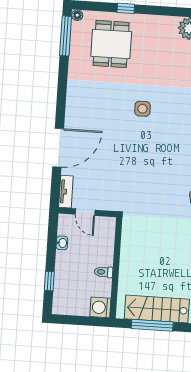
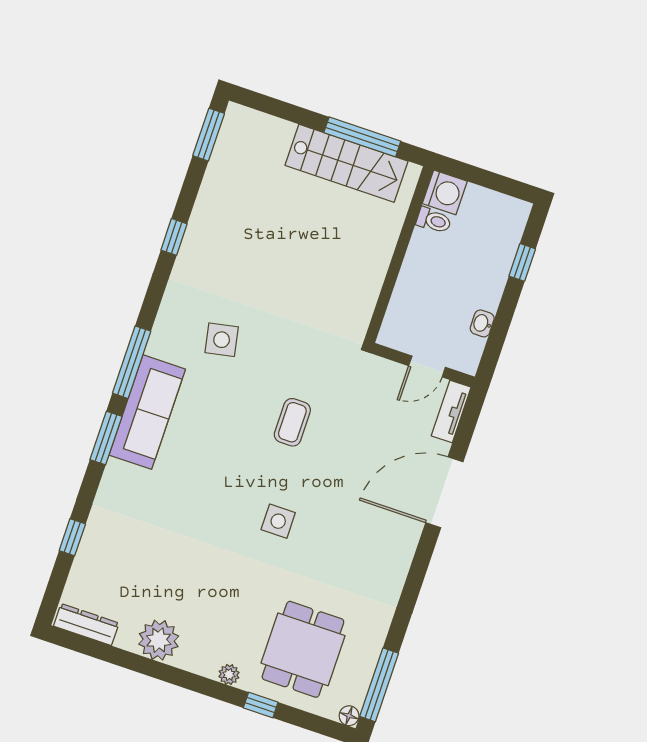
plant: (147, 20) -> (229, 674), added
coffee table: (149, 163) -> (292, 422), added
door: (85, 212) -> (427, 366), swing flipped
toilet: (104, 272) -> (434, 220), moved

